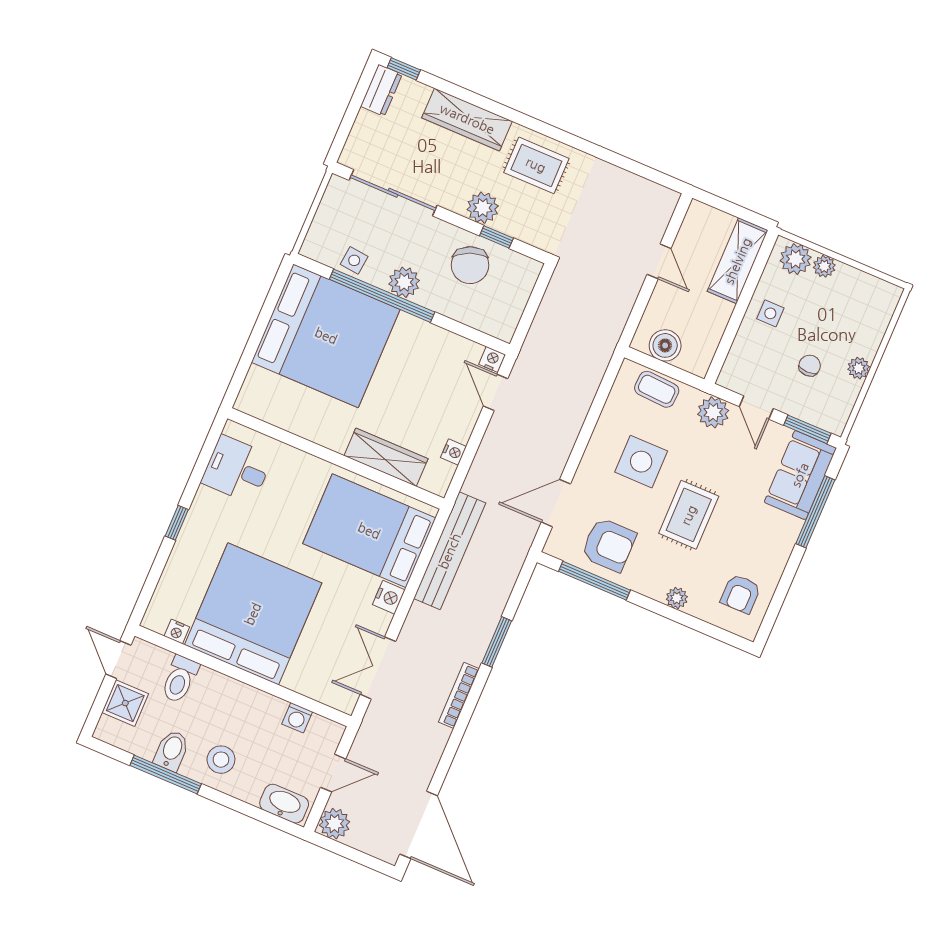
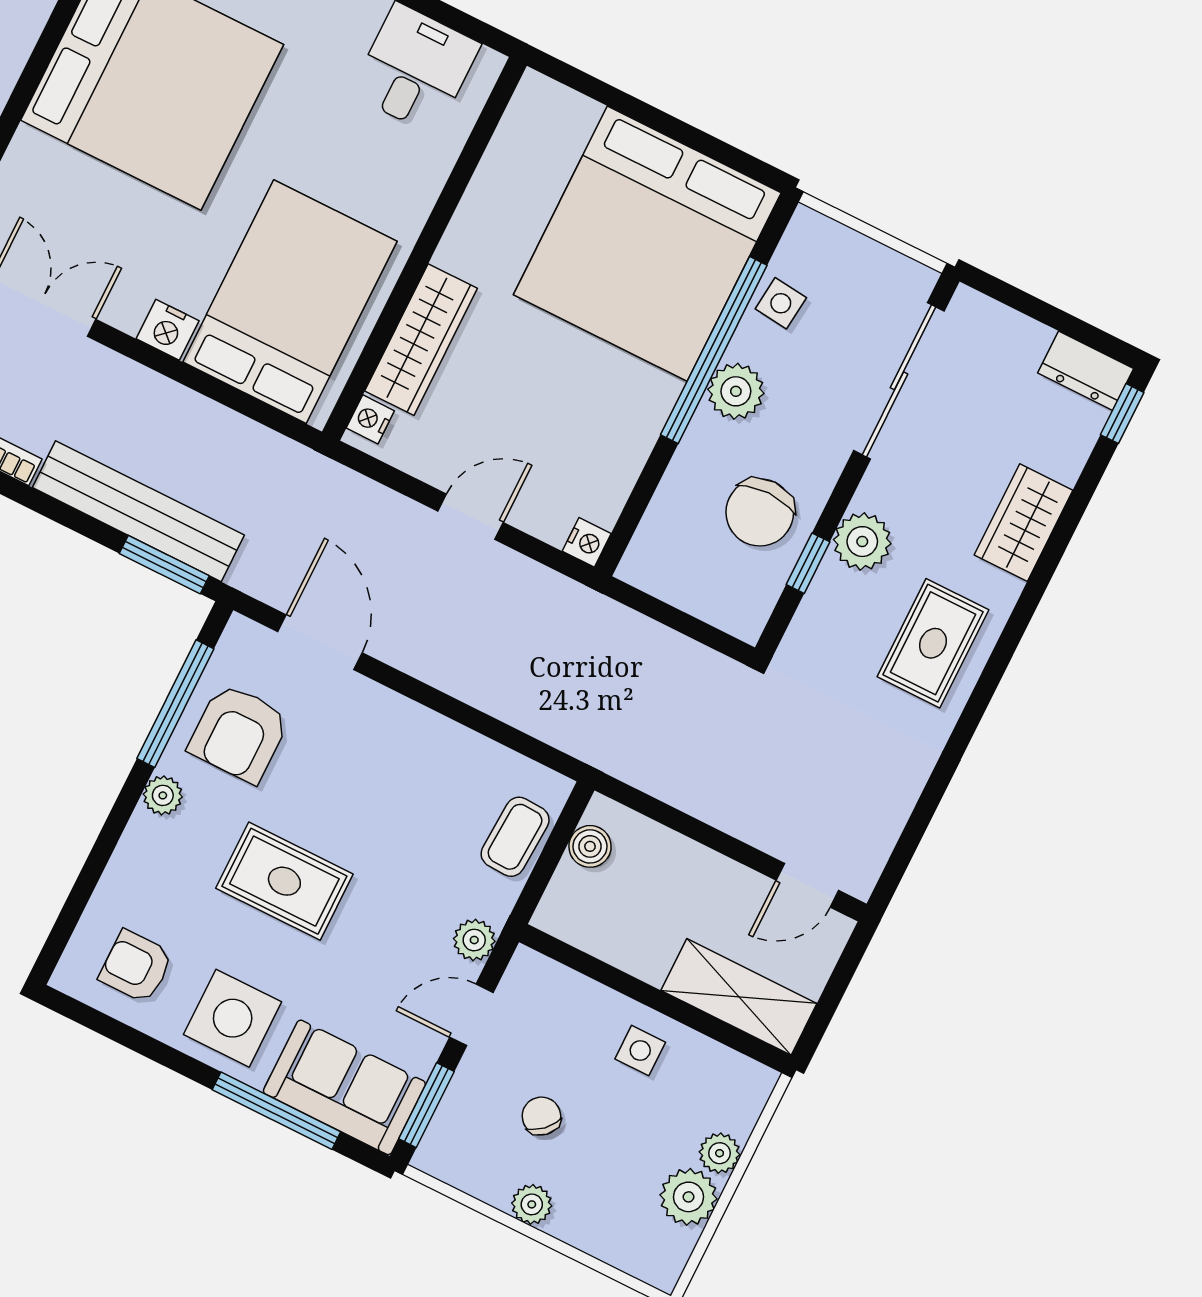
wardrobe: (467, 119) -> (1024, 523), width x0.67
plant: (796, 259) -> (688, 1197), moved
door: (659, 261) -> (807, 885), moved
chair: (470, 265) -> (760, 512), turned -68
boiler: (665, 345) -> (590, 846), width x0.73, depth x0.73
chair: (810, 366) -> (541, 1116), turned -133
door: (496, 392) -> (471, 517), moved
plant: (713, 412) -> (474, 940), width x0.73, depth x0.73
nightstand: (453, 452) -> (370, 419), moved, turned 90
side table: (641, 462) -> (233, 1018), moved
bench: (450, 551) -> (138, 511), moved
plant: (677, 598) -> (163, 795), moved
window: (497, 642) -> (164, 565), moved

